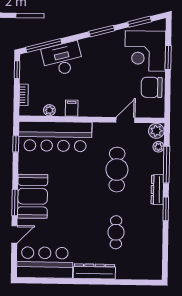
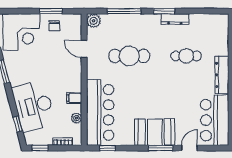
window: (44, 46) -> (18, 124), width x0.46
window: (168, 57) -> (51, 11), moved
desk: (62, 59) -> (34, 106), width x1.36, depth x1.30
chair: (152, 87) -> (54, 26), width x0.54, depth x0.54
plant: (158, 147) -> (108, 19), removed
dresser: (157, 190) -> (175, 19), moved
door: (14, 234) -> (189, 148), hinge flipped

